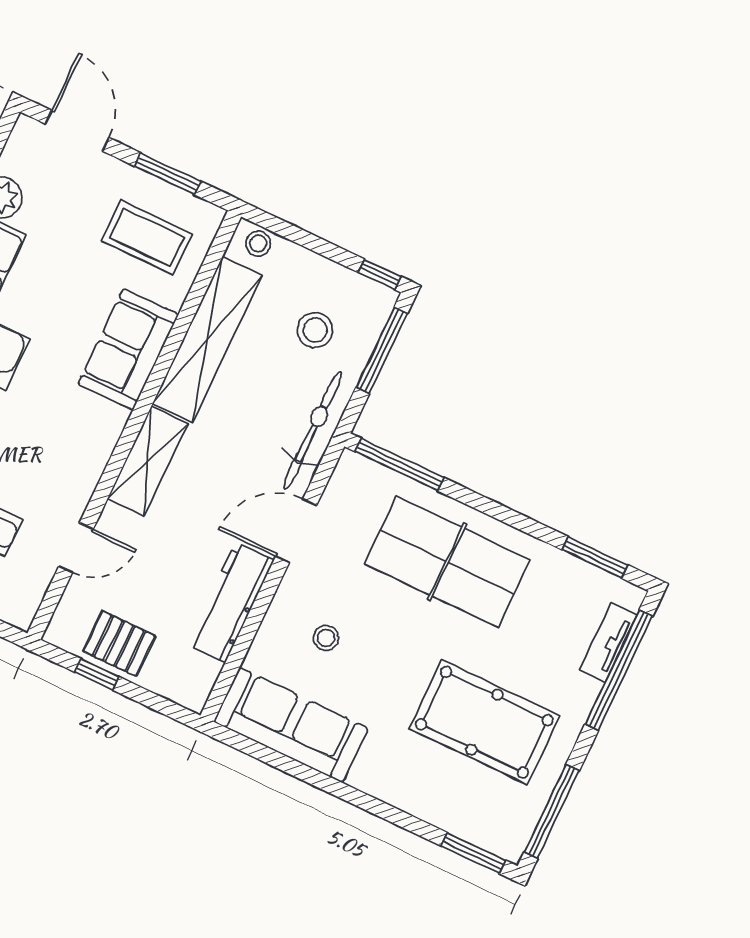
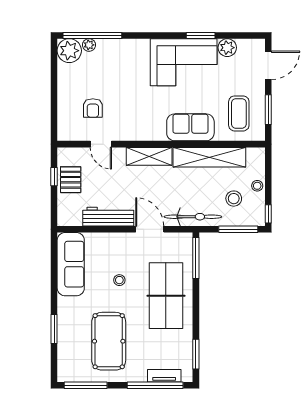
stool: (258, 244) -> (257, 186), moved
stool: (326, 638) -> (119, 280), moved
window: (473, 853) -> (54, 329), moved

